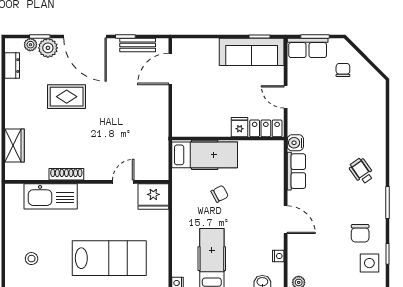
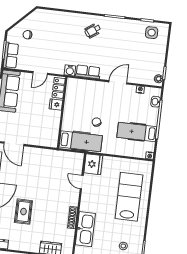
hospital bed: (205, 155) -> (81, 141), moved, turned 90
chair: (360, 233) -> (132, 36), removed

